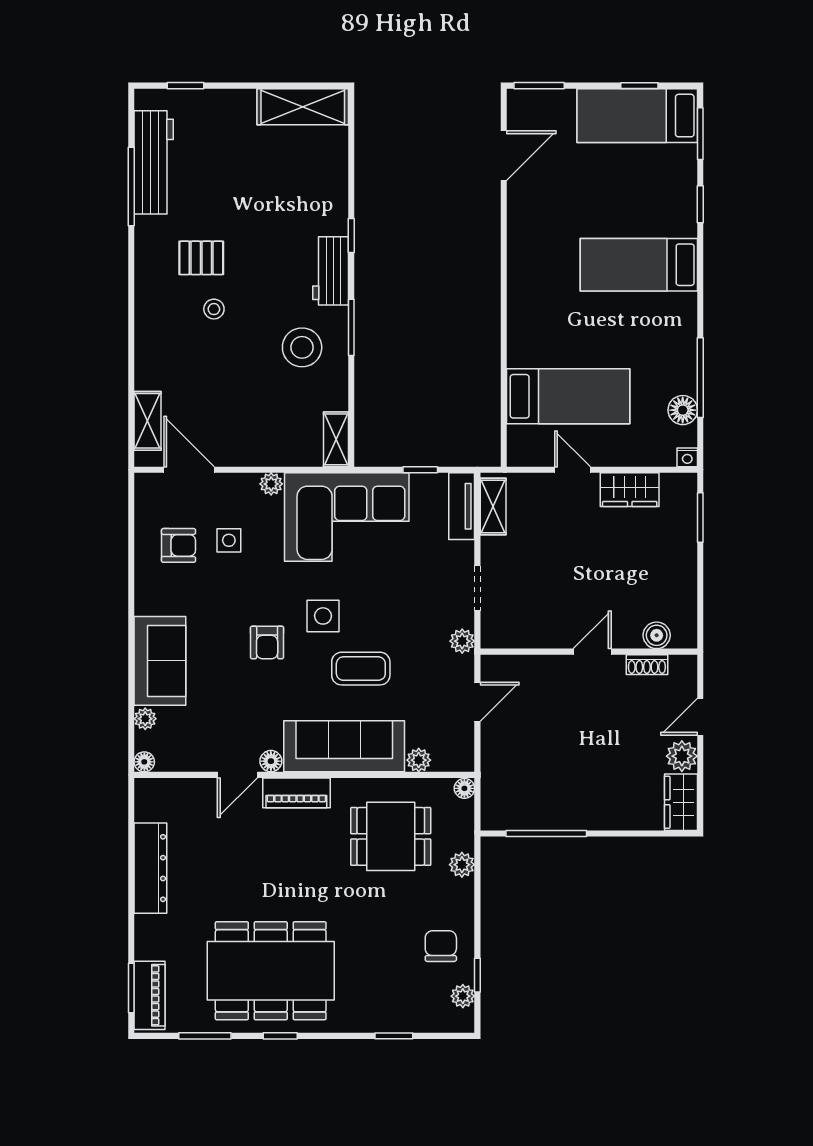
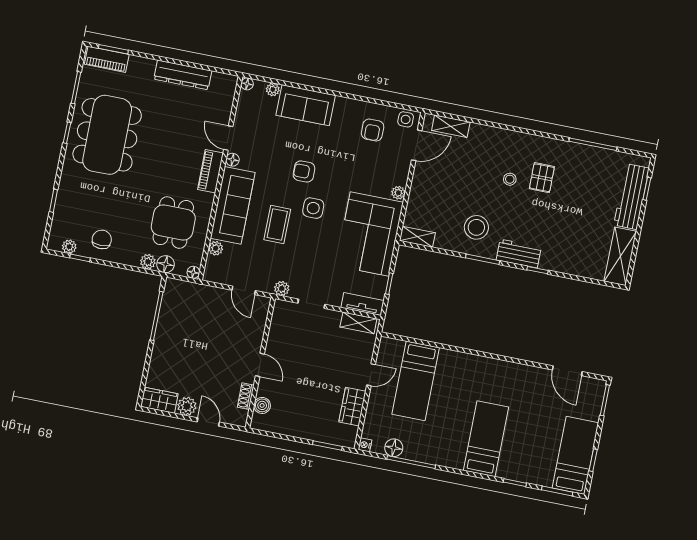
workbench: (154, 162) -> (631, 197), moved, turned 90
side table: (229, 540) -> (406, 119), moved
floor lamp: (460, 836) -> (166, 264), added
chair: (441, 946) -> (102, 239), turned -90

